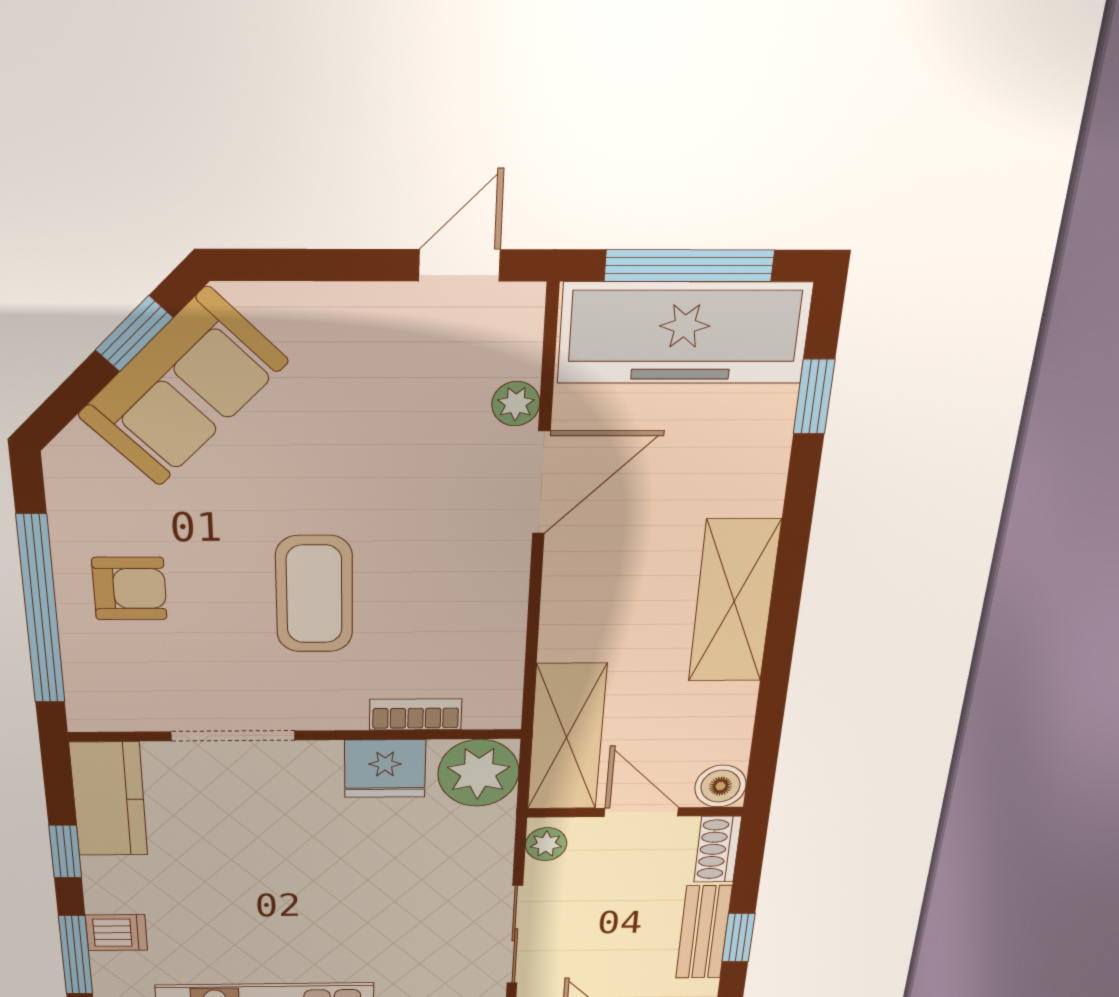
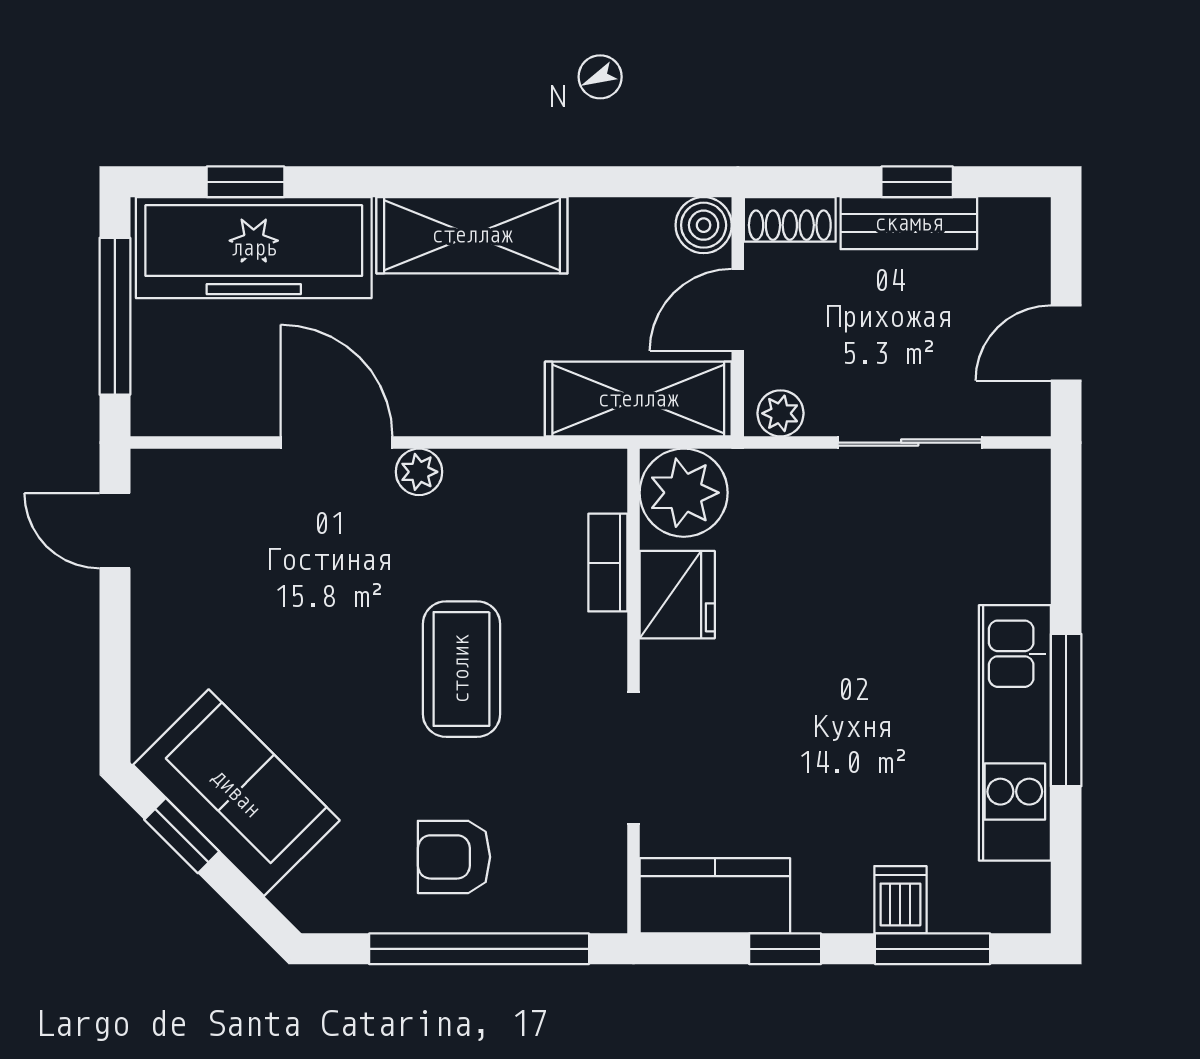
freezer: (684, 333) -> (254, 248), moved, turned 90
plant: (516, 404) -> (419, 472), moved
armchair: (129, 589) -> (454, 857), turned -90
coffee table: (314, 594) -> (461, 669), turned 90

